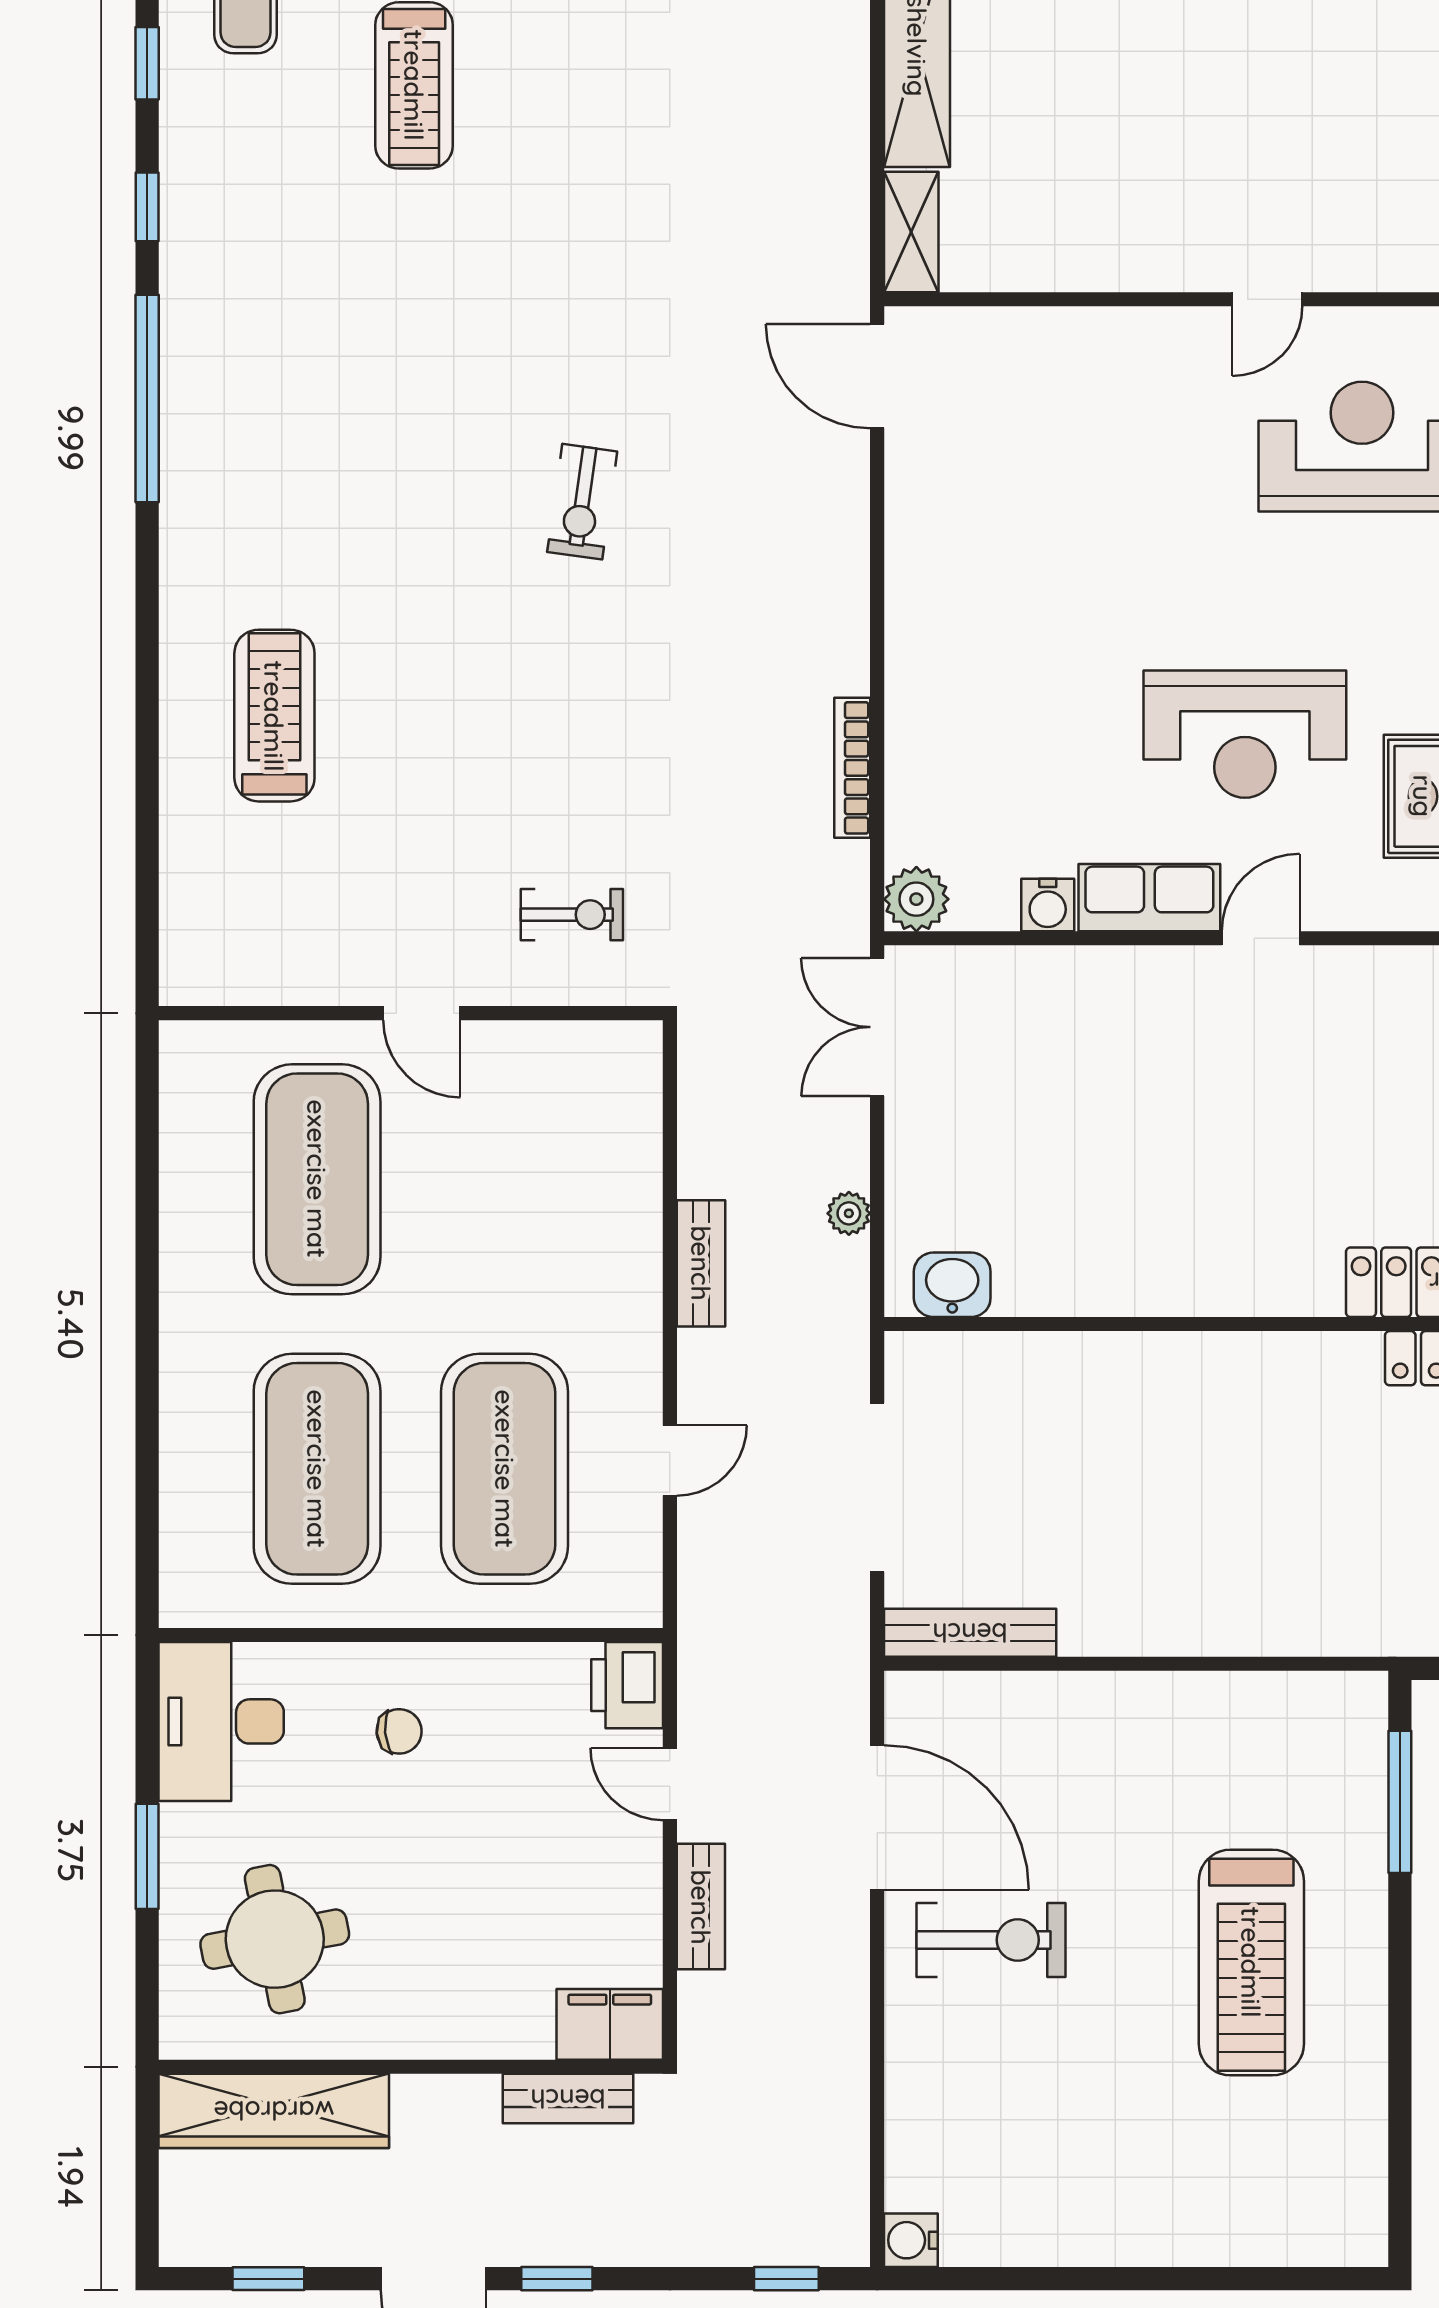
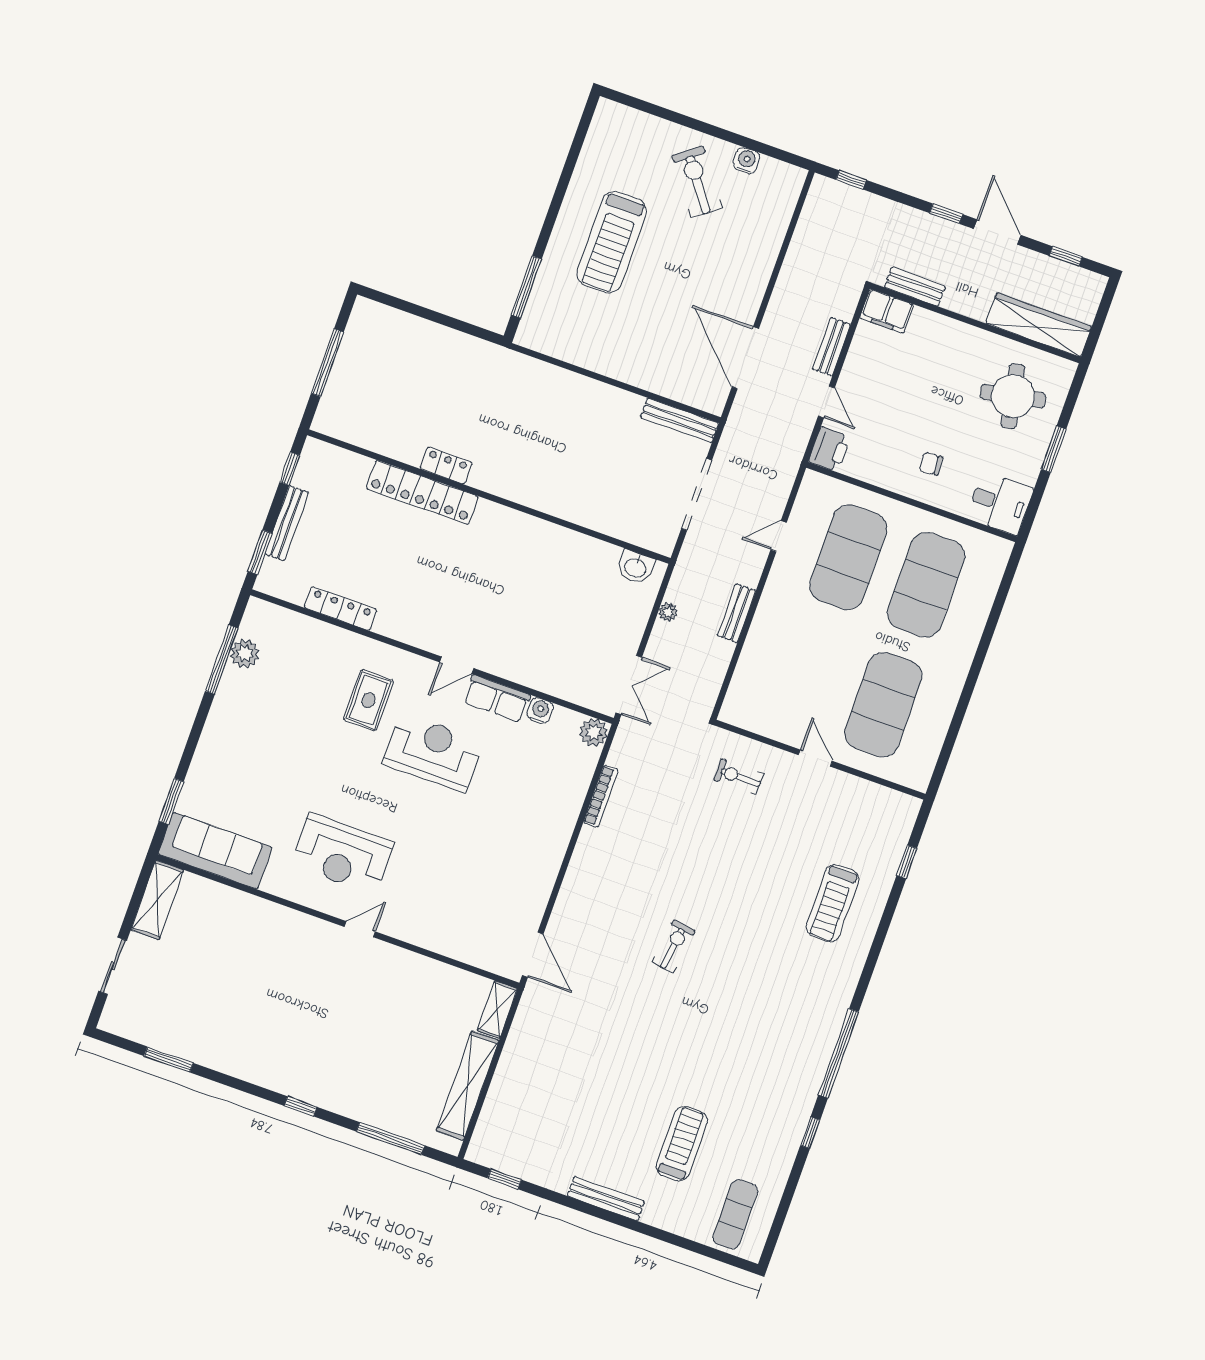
window: (147, 63) -> (907, 862), moved
desk: (221, 1721) -> (1000, 503), width x0.73
exercise bike: (991, 1940) -> (697, 182), moved, turned 53
treadmill: (1251, 1962) -> (612, 242), turned 180
water cooler: (911, 2240) -> (746, 161), moved, turned -90

